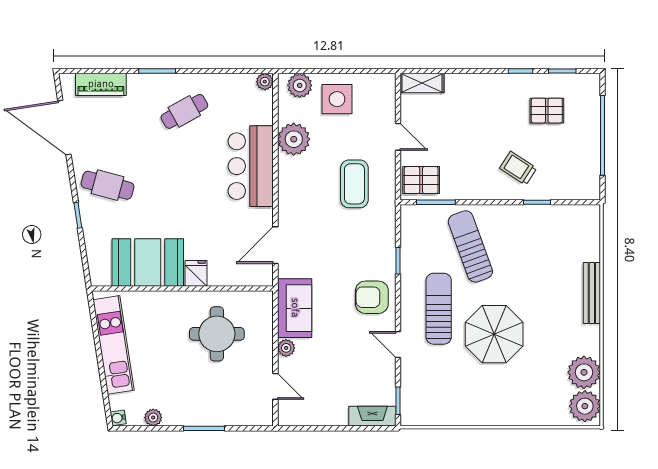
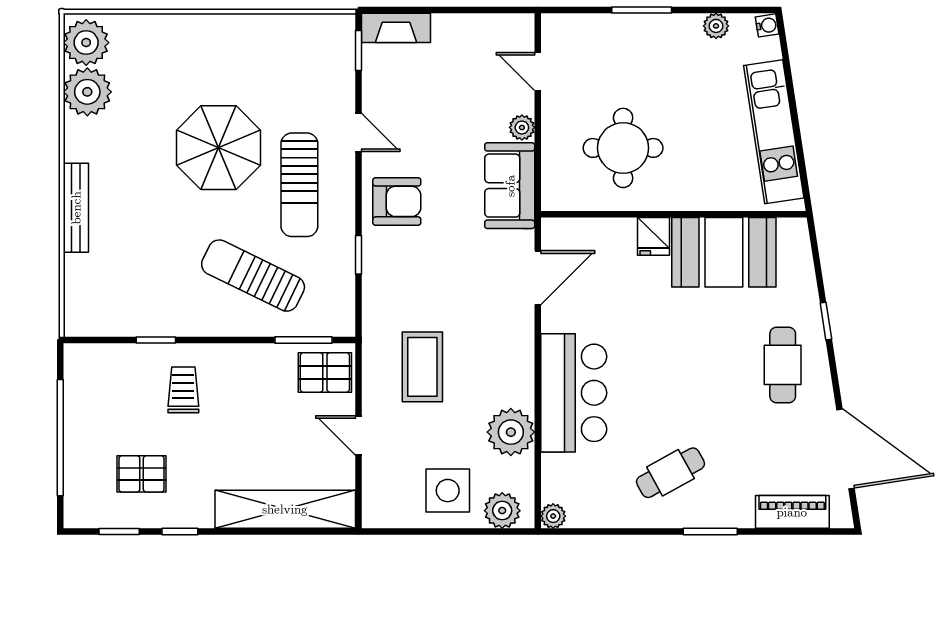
shelving: (422, 83) -> (285, 509), width x2.20, depth x1.33
trolley: (518, 168) -> (183, 390), turned -123
cafe table: (108, 185) -> (783, 365), turned 75
sun lounger: (470, 246) -> (253, 276), turned 136

